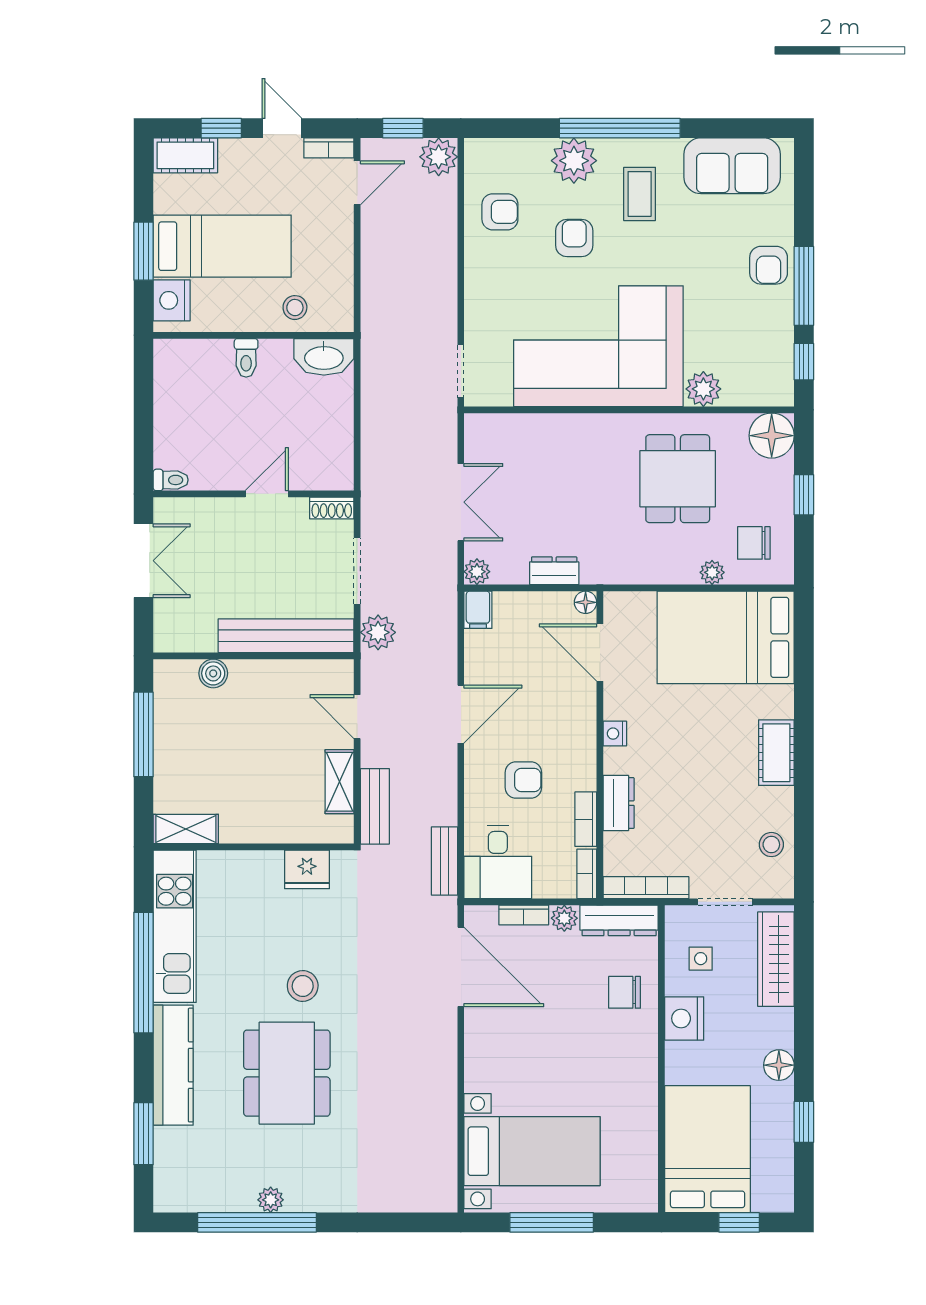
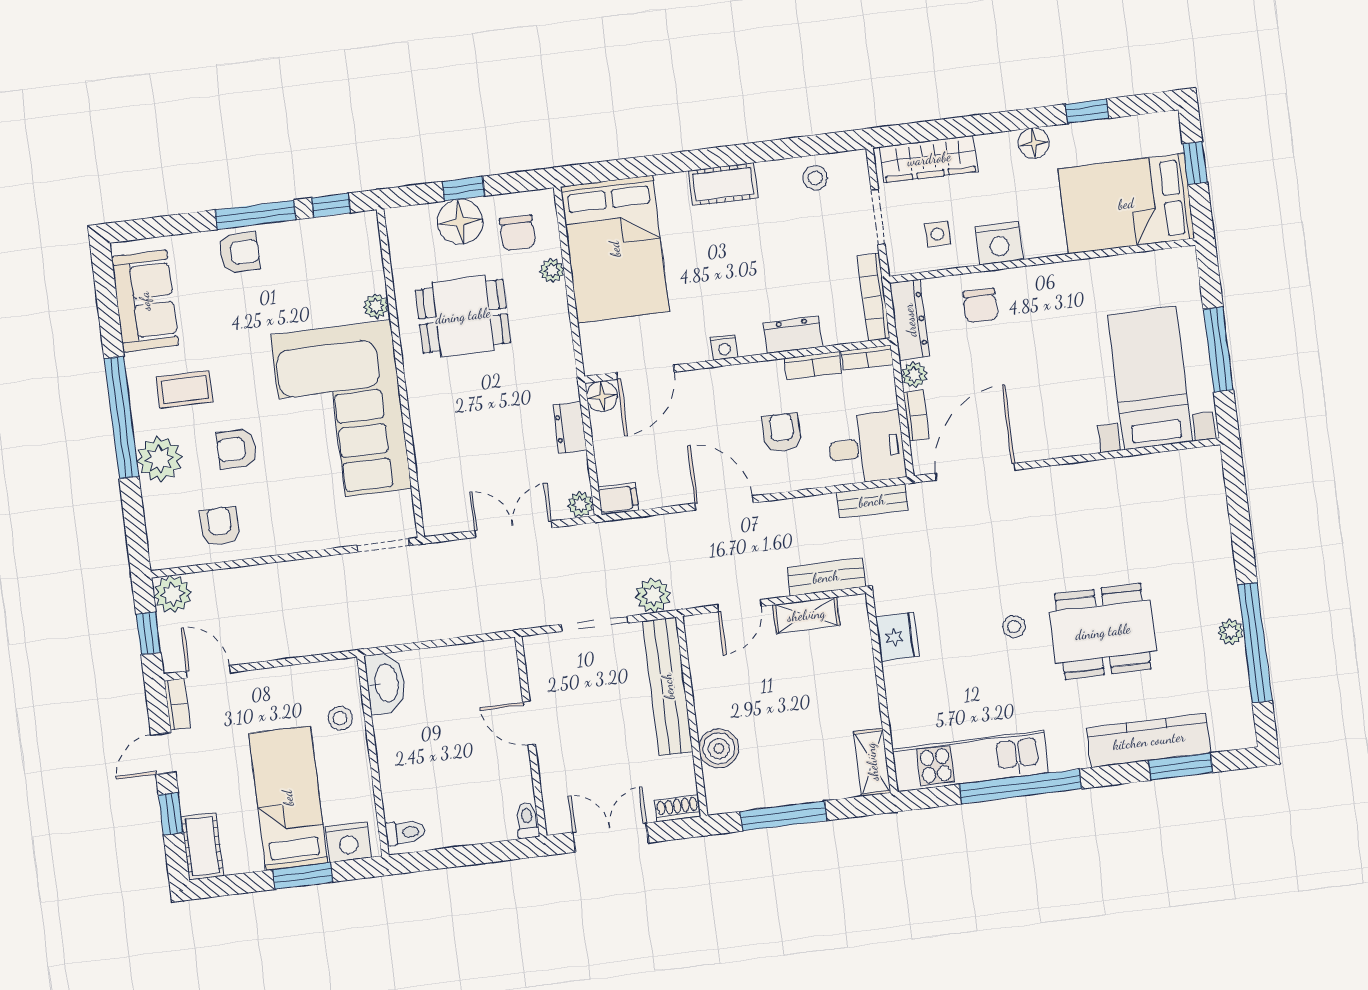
toilet: (246, 358) -> (405, 833), moved
plant: (703, 389) -> (376, 306), width x0.73, depth x0.73
floor lamp: (772, 436) -> (460, 222), moved
shoe rack: (332, 508) -> (678, 809), moved, turned -90
floor lamp: (586, 602) -> (602, 396), width x1.37, depth x1.37
boiler: (213, 673) -> (719, 748), width x1.36, depth x1.36
stool: (303, 986) -> (1014, 627), width x0.73, depth x0.73
kitchen counter: (173, 1065) -> (1149, 741), moved

